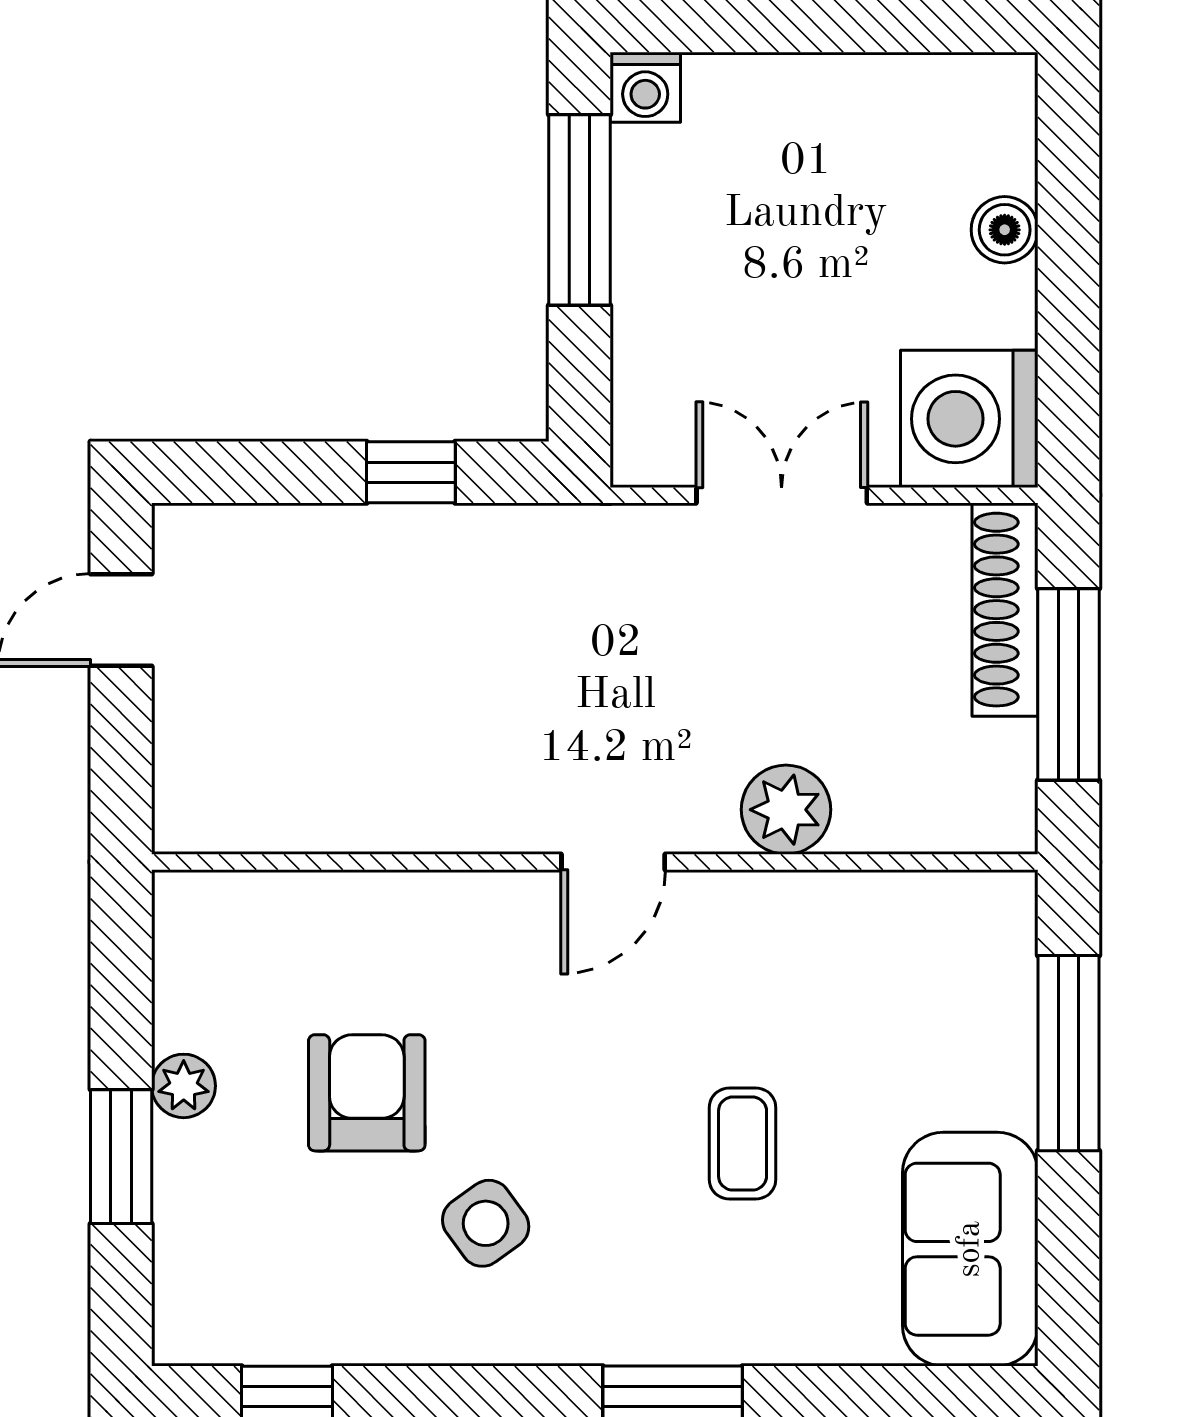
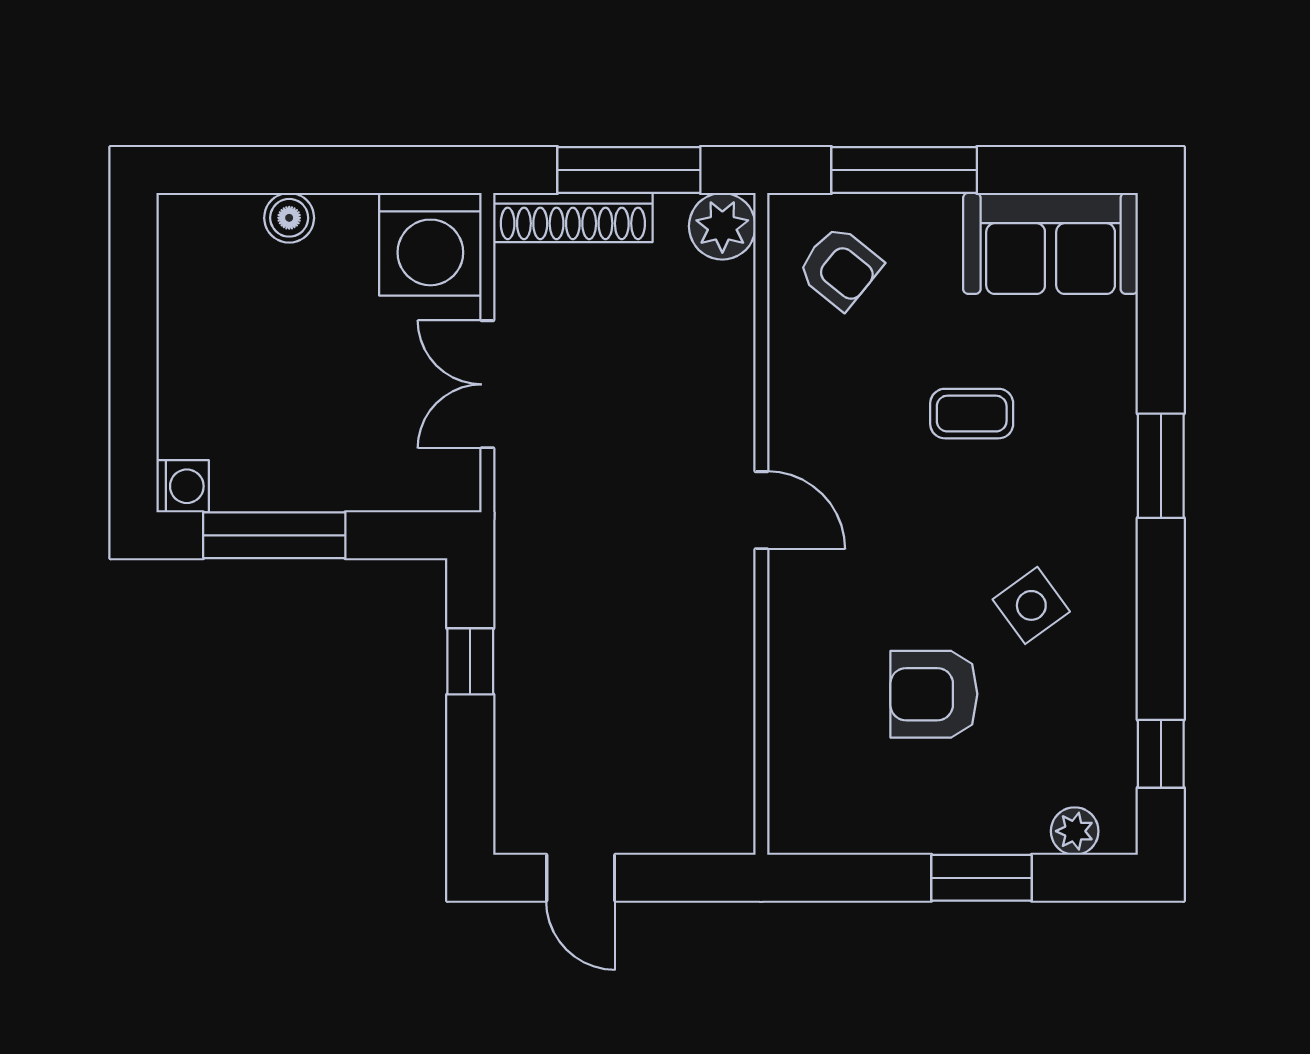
plant: (786, 810) -> (722, 226), moved
armchair: (938, 967) -> (840, 268), added
plant: (184, 1086) -> (1075, 831), moved

